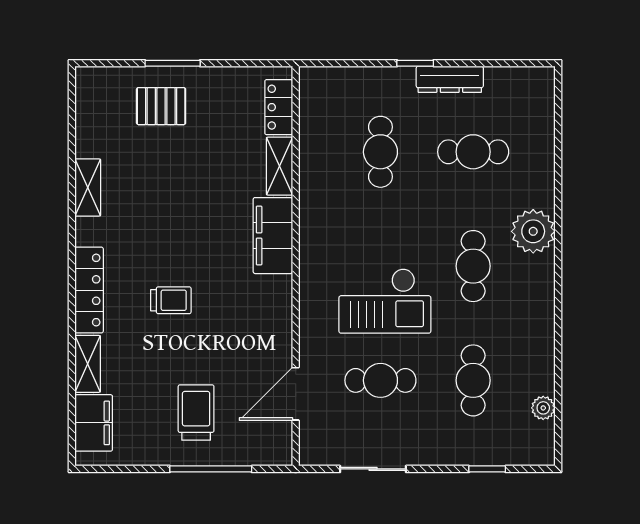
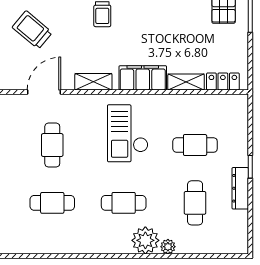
checkout: (385, 301) -> (128, 133), moved
shelving: (279, 314) -> (93, 82), added
door: (296, 394) -> (44, 92), hinge flipped
plant: (543, 408) -> (168, 247), moved
trolley: (196, 413) -> (32, 30), turned -140

